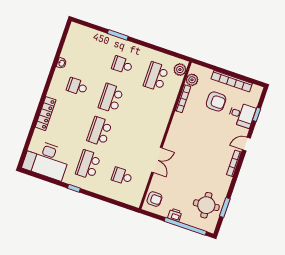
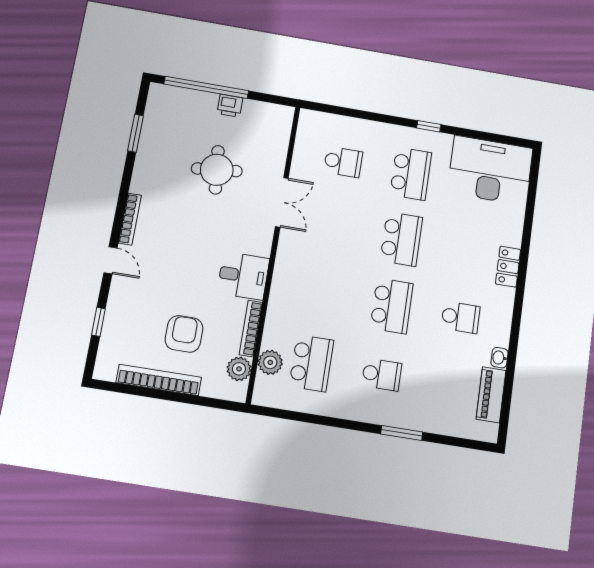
piano: (70, 46) -> (491, 395), added
plant: (180, 70) -> (270, 362), moved
armchair: (216, 101) -> (184, 334), turned 90
locker: (46, 114) -> (508, 267), width x0.66
desk: (242, 115) -> (243, 276), moved, turned 180
door: (246, 144) -> (111, 260), hinge flipped
double door: (157, 160) -> (282, 202), swing flipped
armchair: (154, 199) -> (274, 129), removed
round table: (206, 205) -> (217, 170), moved

